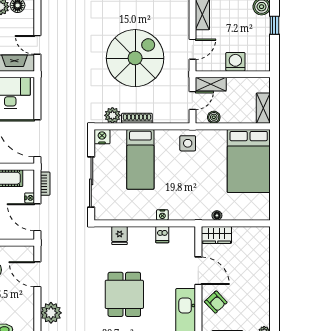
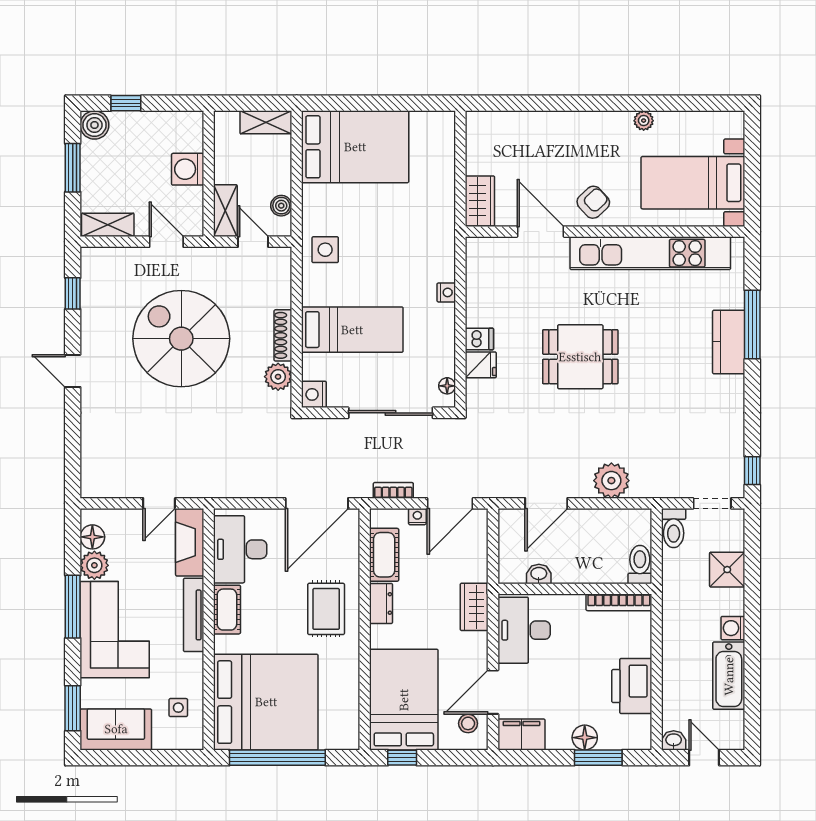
floor lamp: (217, 215) -> (447, 386), moved
dishwasher: (162, 235) -> (479, 339), moved
door: (198, 271) -> (540, 232), hinge flipped

